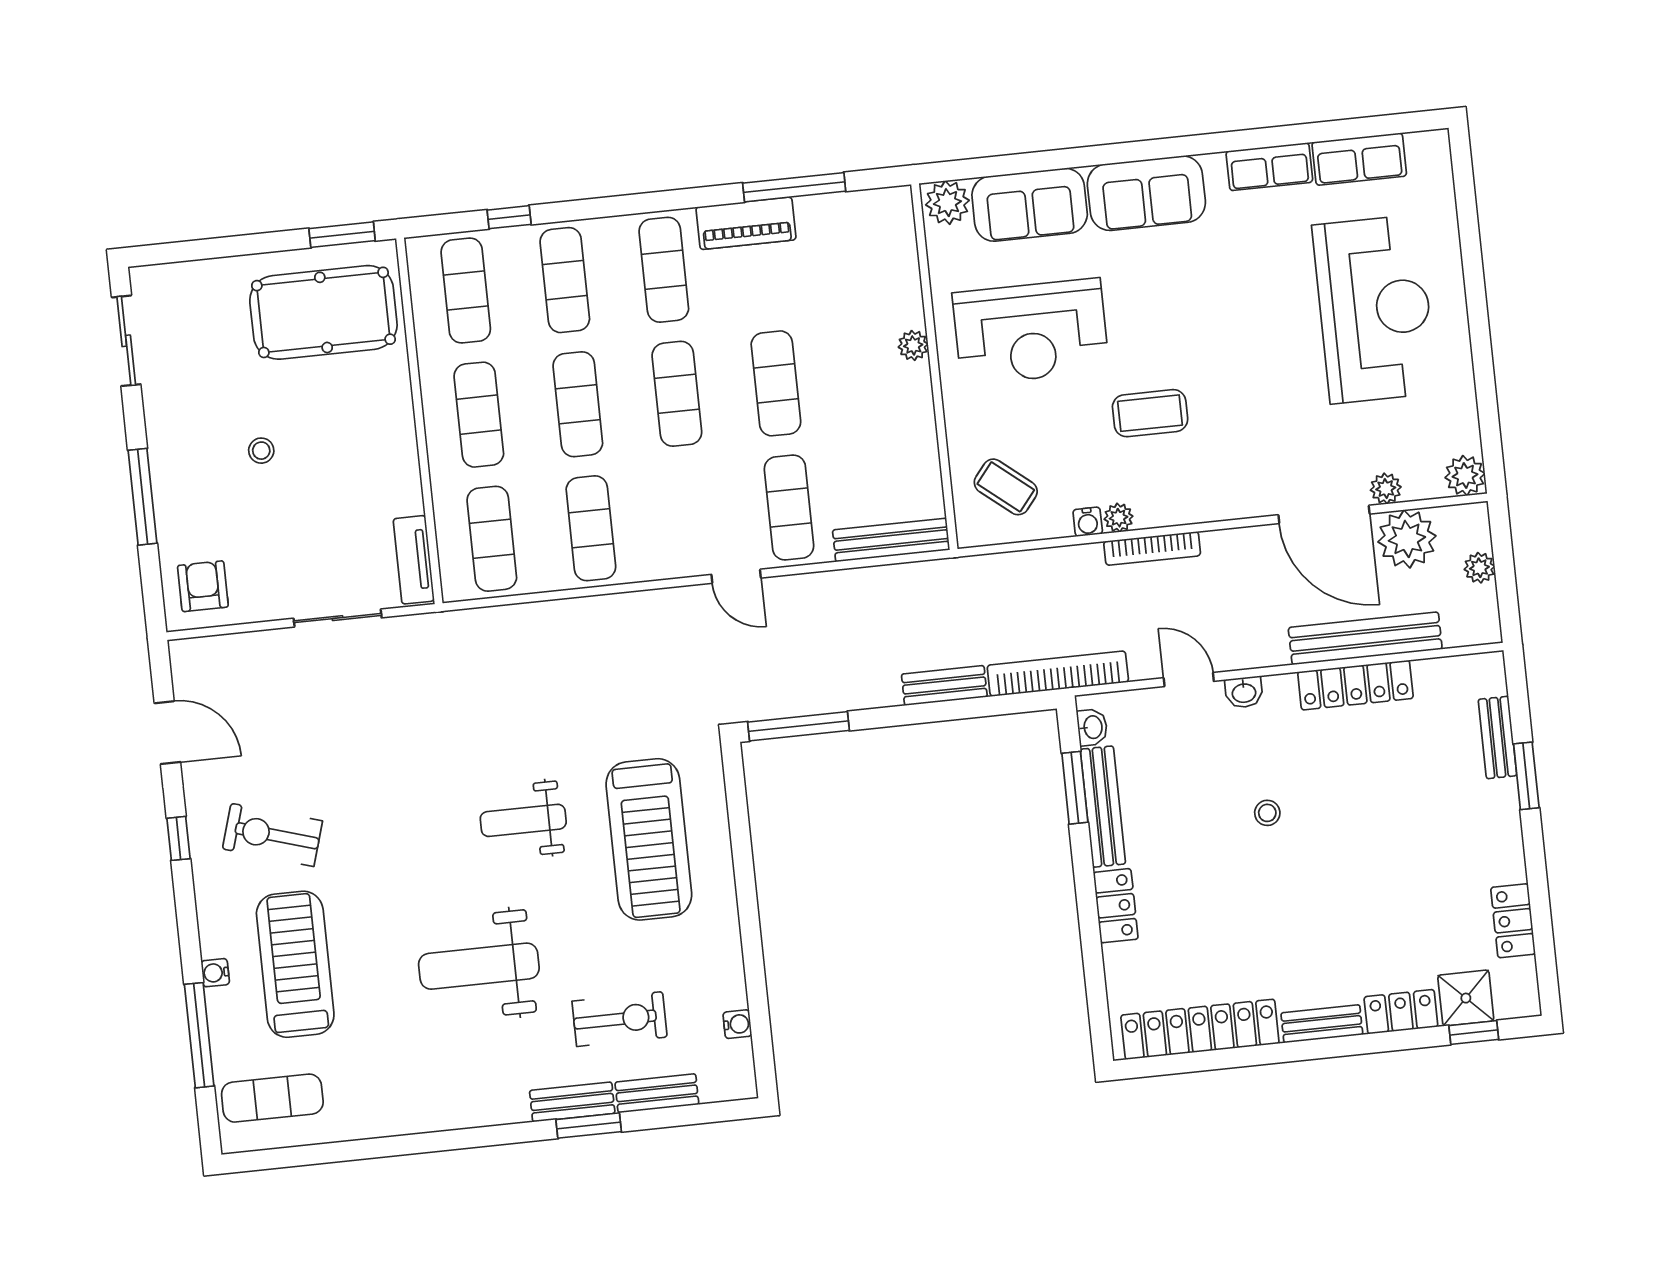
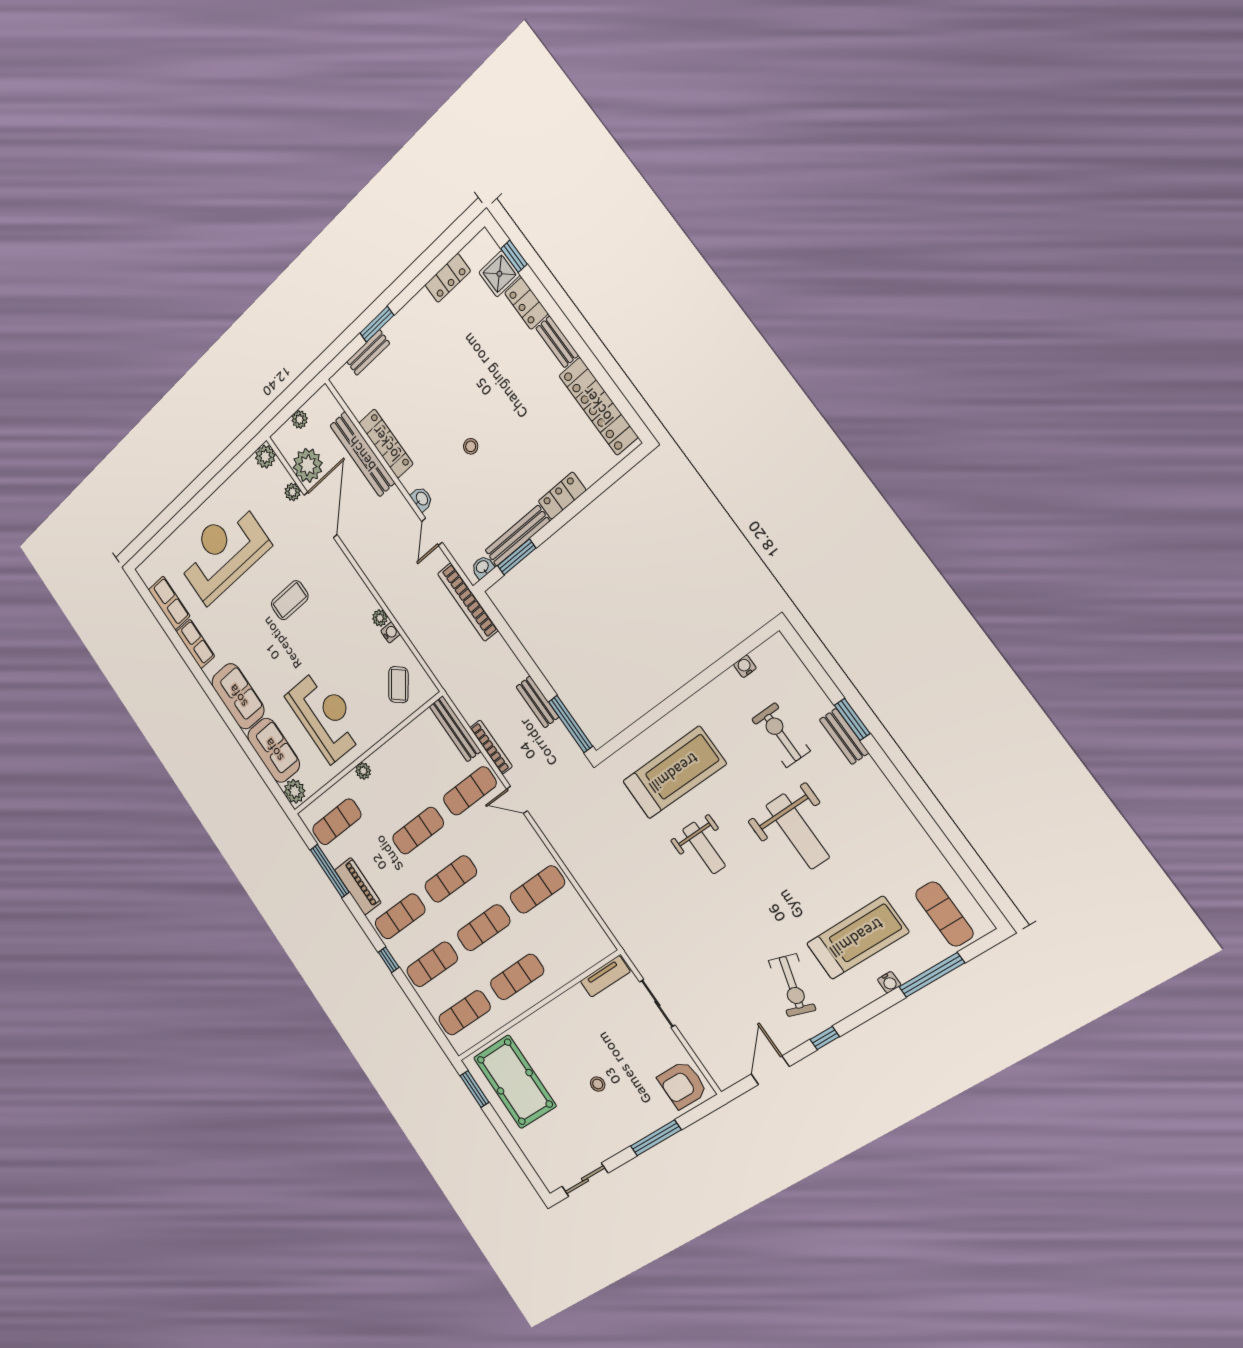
window: (509, 217) -> (389, 960), moved
coffee table: (1150, 413) -> (290, 600), moved, turned 90
exercise mat: (492, 539) -> (337, 822), moved
bookcase: (1152, 549) -> (491, 747), moved
door: (736, 576) -> (517, 800), swing flipped
armchair: (203, 586) -> (682, 1085), width x1.38, depth x1.38
bench: (944, 685) -> (537, 702), moved
treadmill: (295, 964) -> (857, 938), turned 180
bench: (657, 1093) -> (810, 690), removed

